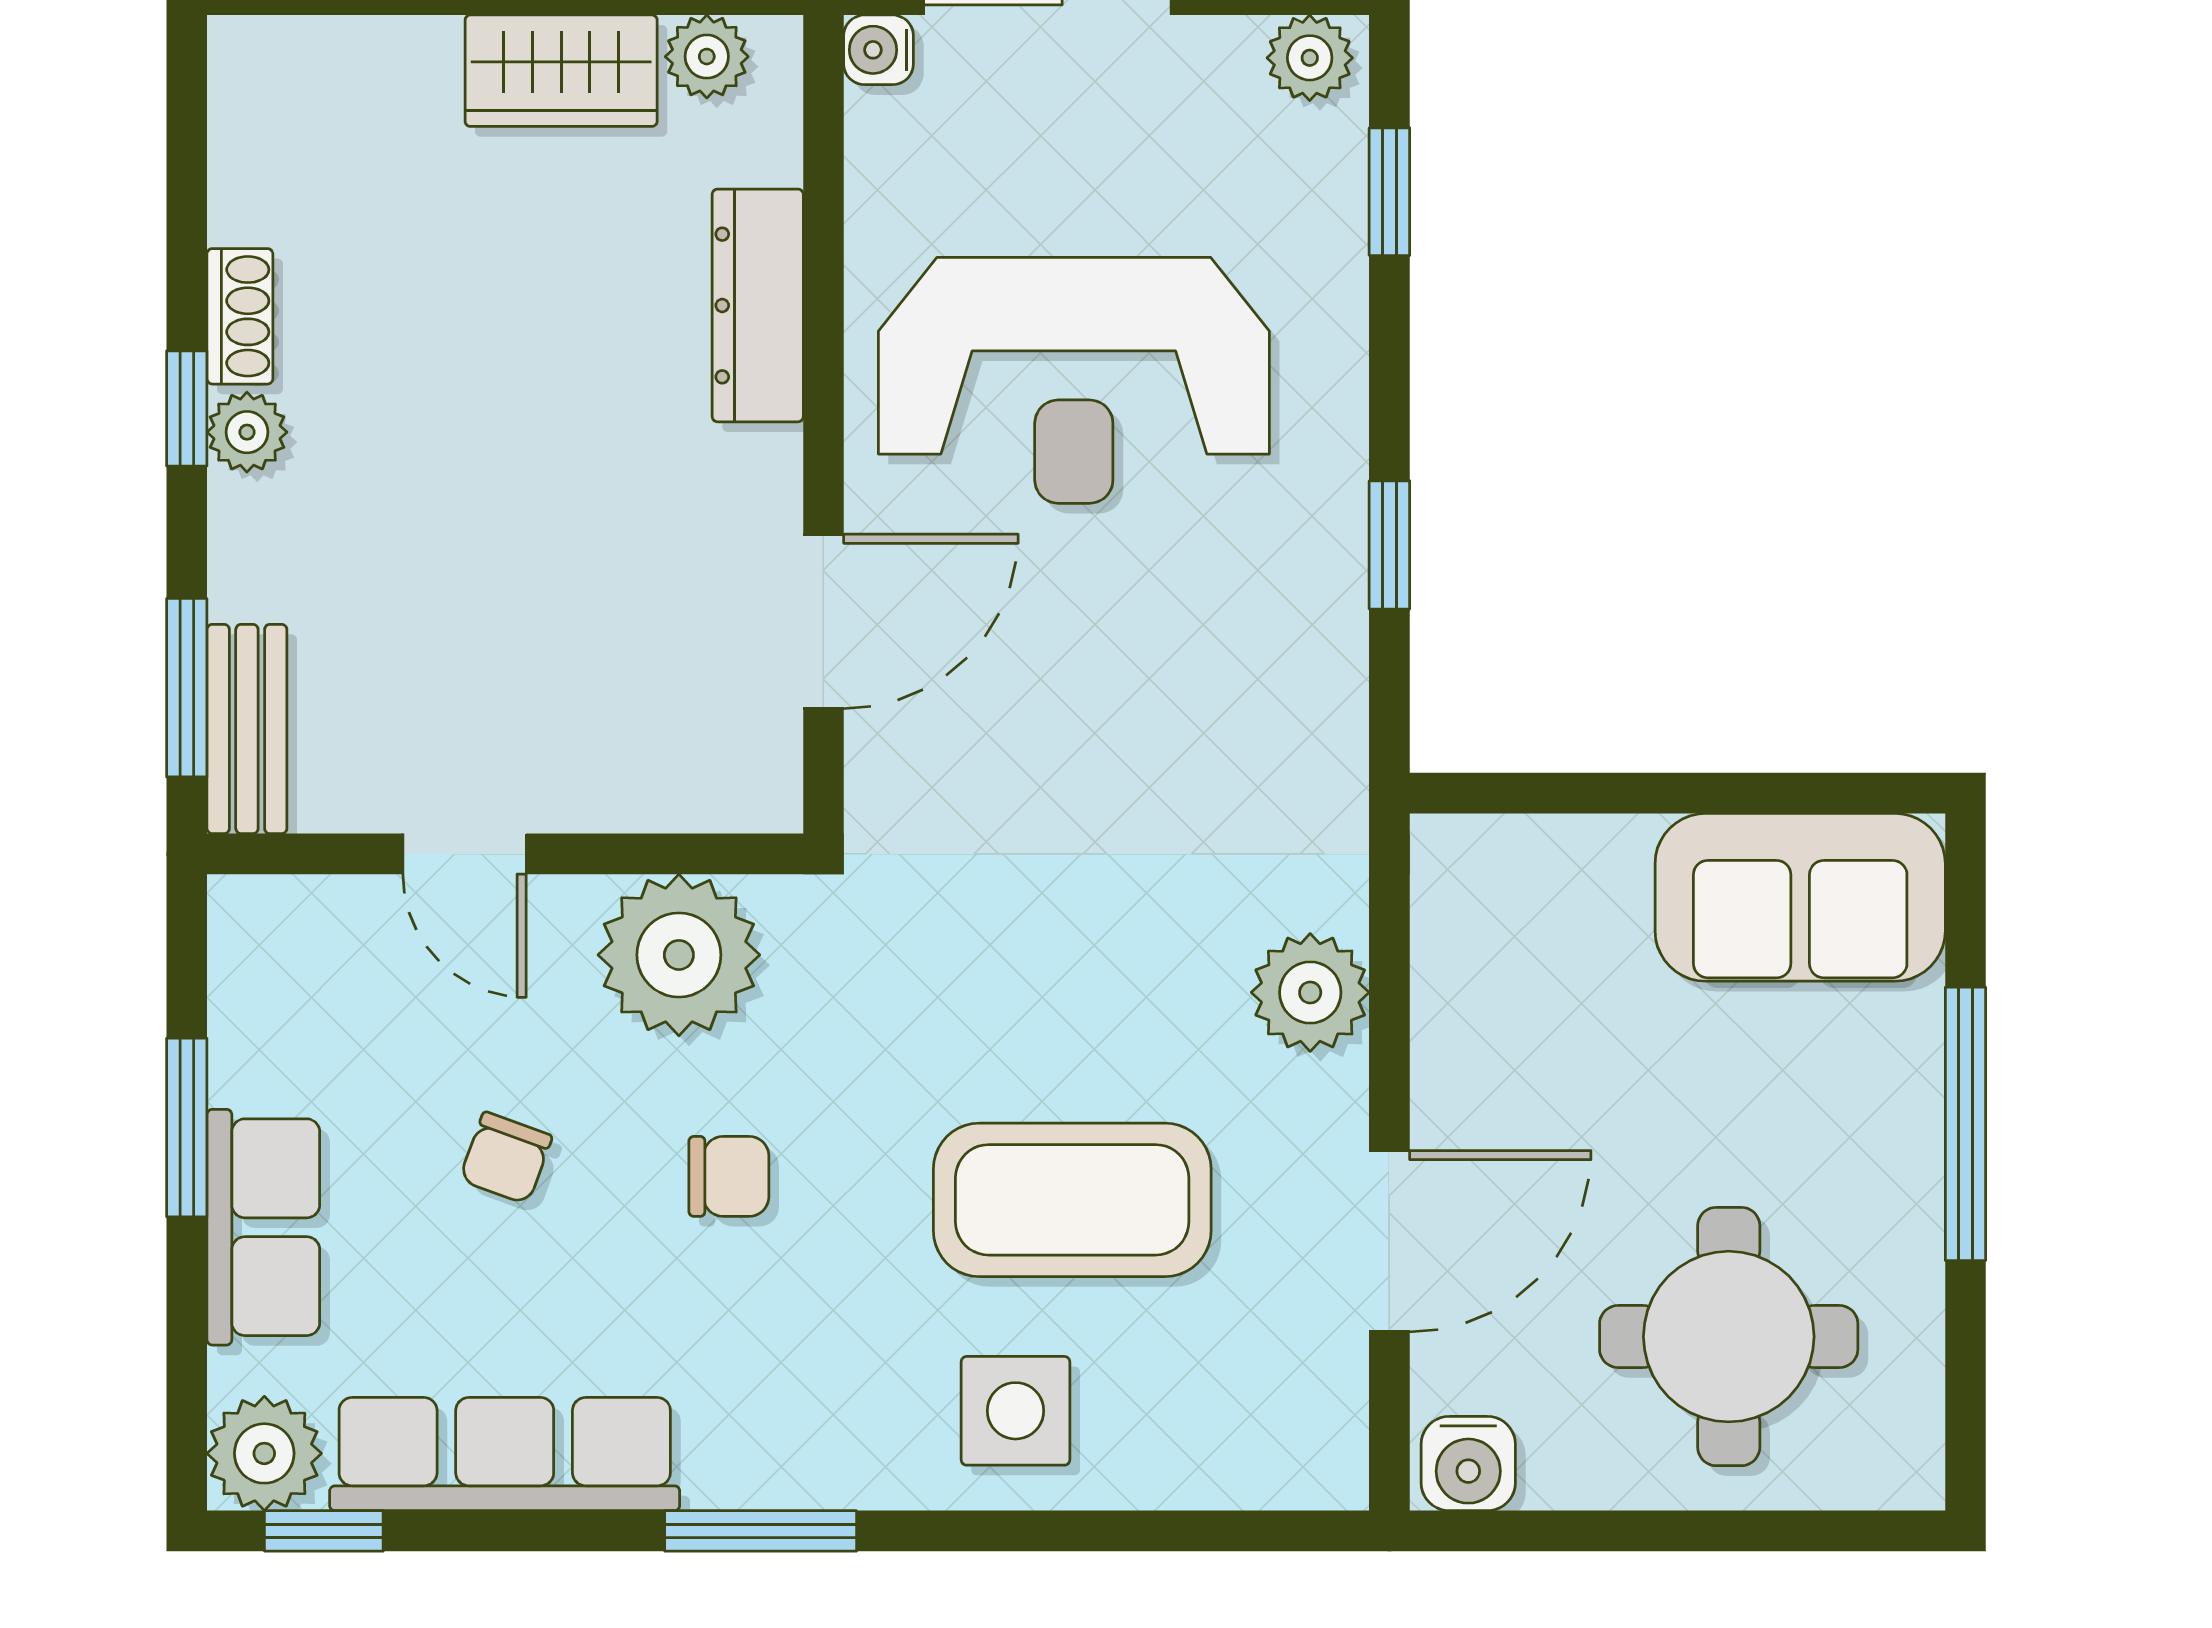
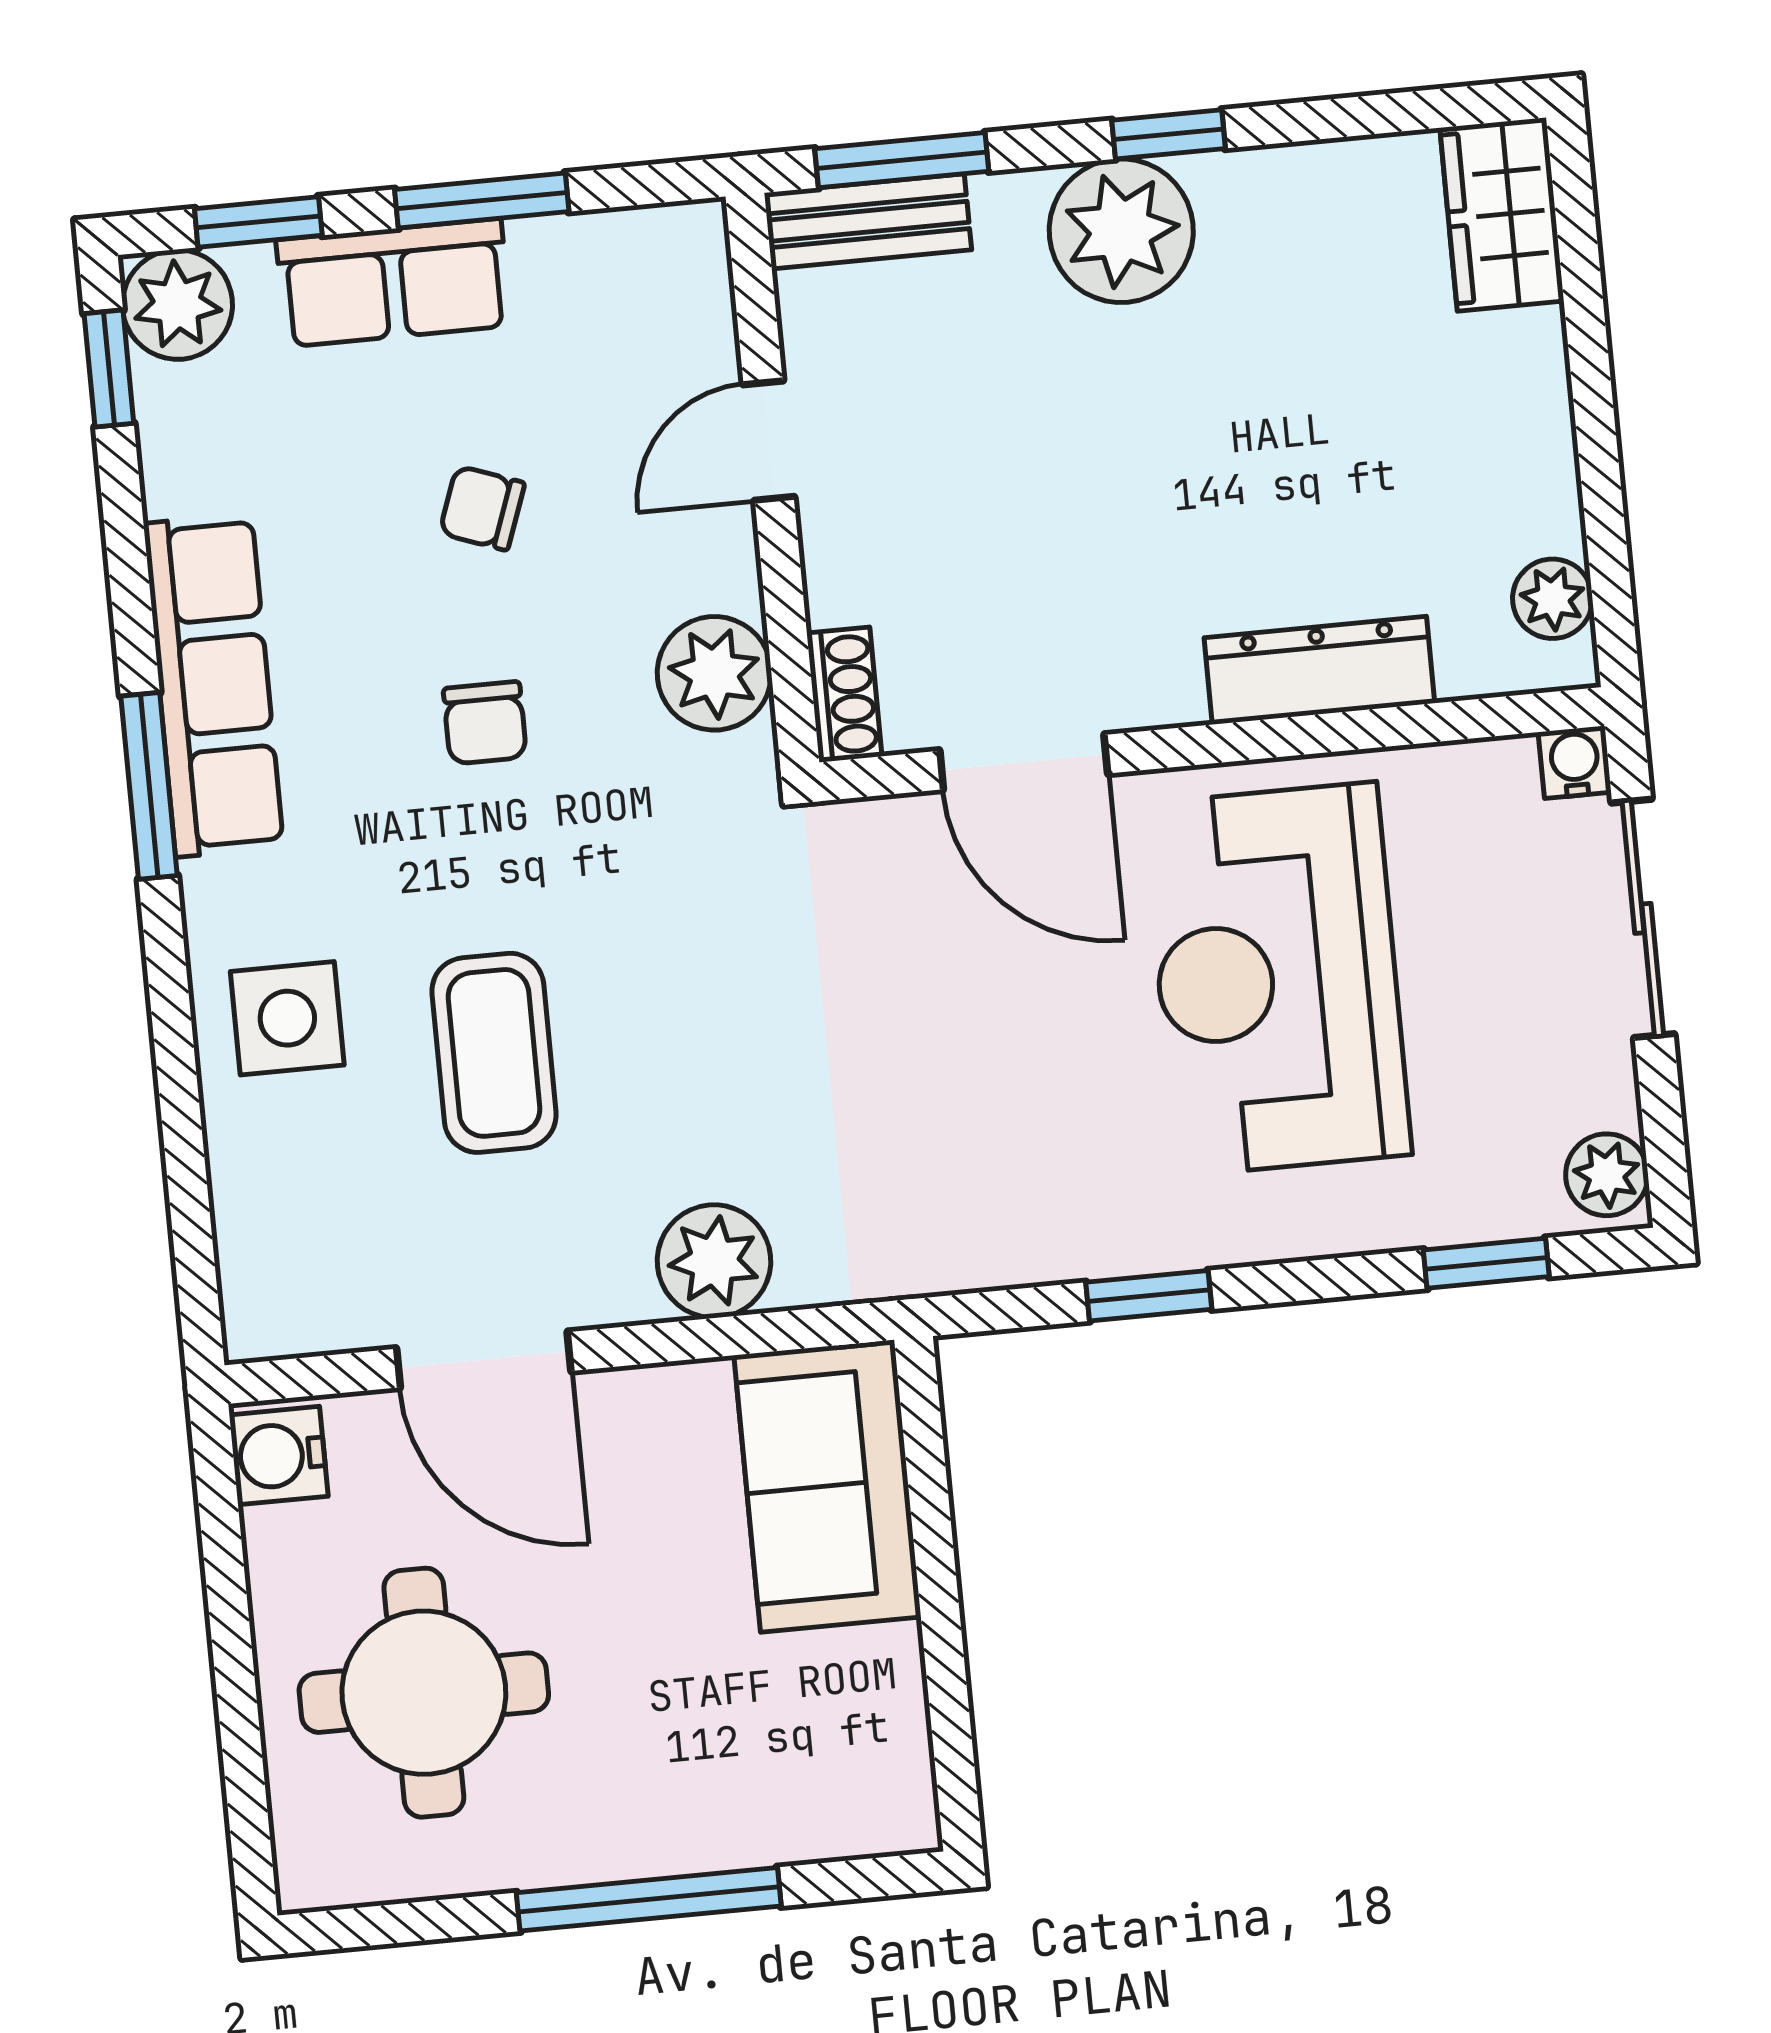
wardrobe: (561, 71) -> (1502, 214), moved
shoe rack: (240, 316) -> (844, 695), moved, turned -90
plant: (247, 432) -> (1121, 231), width x1.88, depth x1.88
sofa: (1800, 897) -> (827, 1486), moved
plant: (679, 955) -> (714, 673), width x0.73, depth x0.73
coffee table: (1072, 1200) -> (494, 1053), width x0.73, depth x0.76
window: (187, 1361) -> (258, 222), added
row of seats: (505, 1454) -> (213, 685), moved

